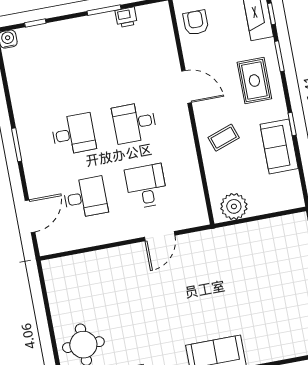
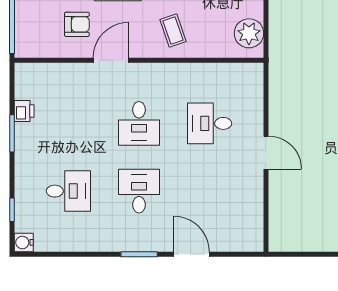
armchair: (196, 23) -> (77, 24), moved, turned 180
desk: (85, 198) -> (68, 191), moved, turned 90
door: (30, 216) -> (191, 254), moved
door: (160, 236) -> (266, 153), moved

